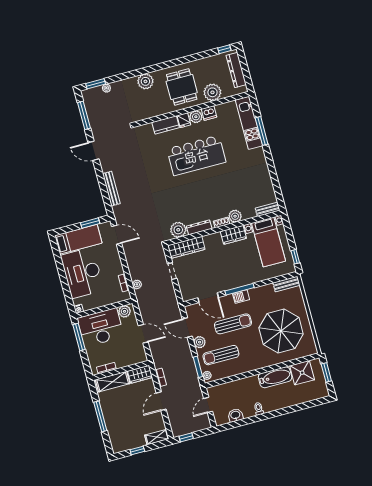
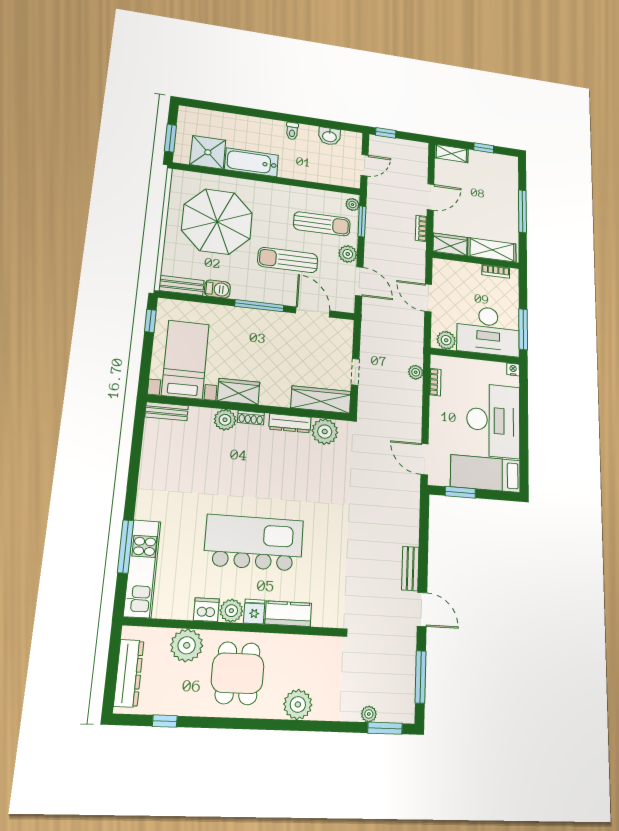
window: (224, 49) -> (165, 721), moved
bench: (111, 189) -> (410, 569), moved, width x0.73
barbecue: (241, 297) -> (217, 289), moved
window: (186, 437) -> (386, 133), moved

